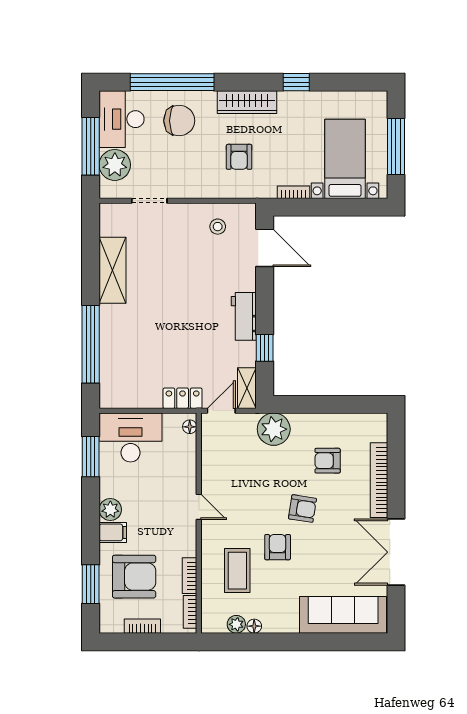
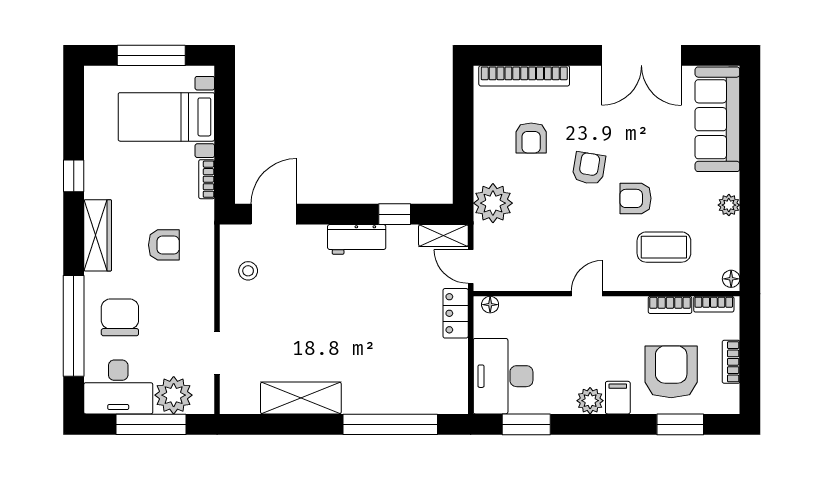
bookcase: (379, 480) -> (524, 76), moved
plant: (236, 624) -> (729, 205), moved
floor lamp: (254, 626) -> (731, 279), moved

